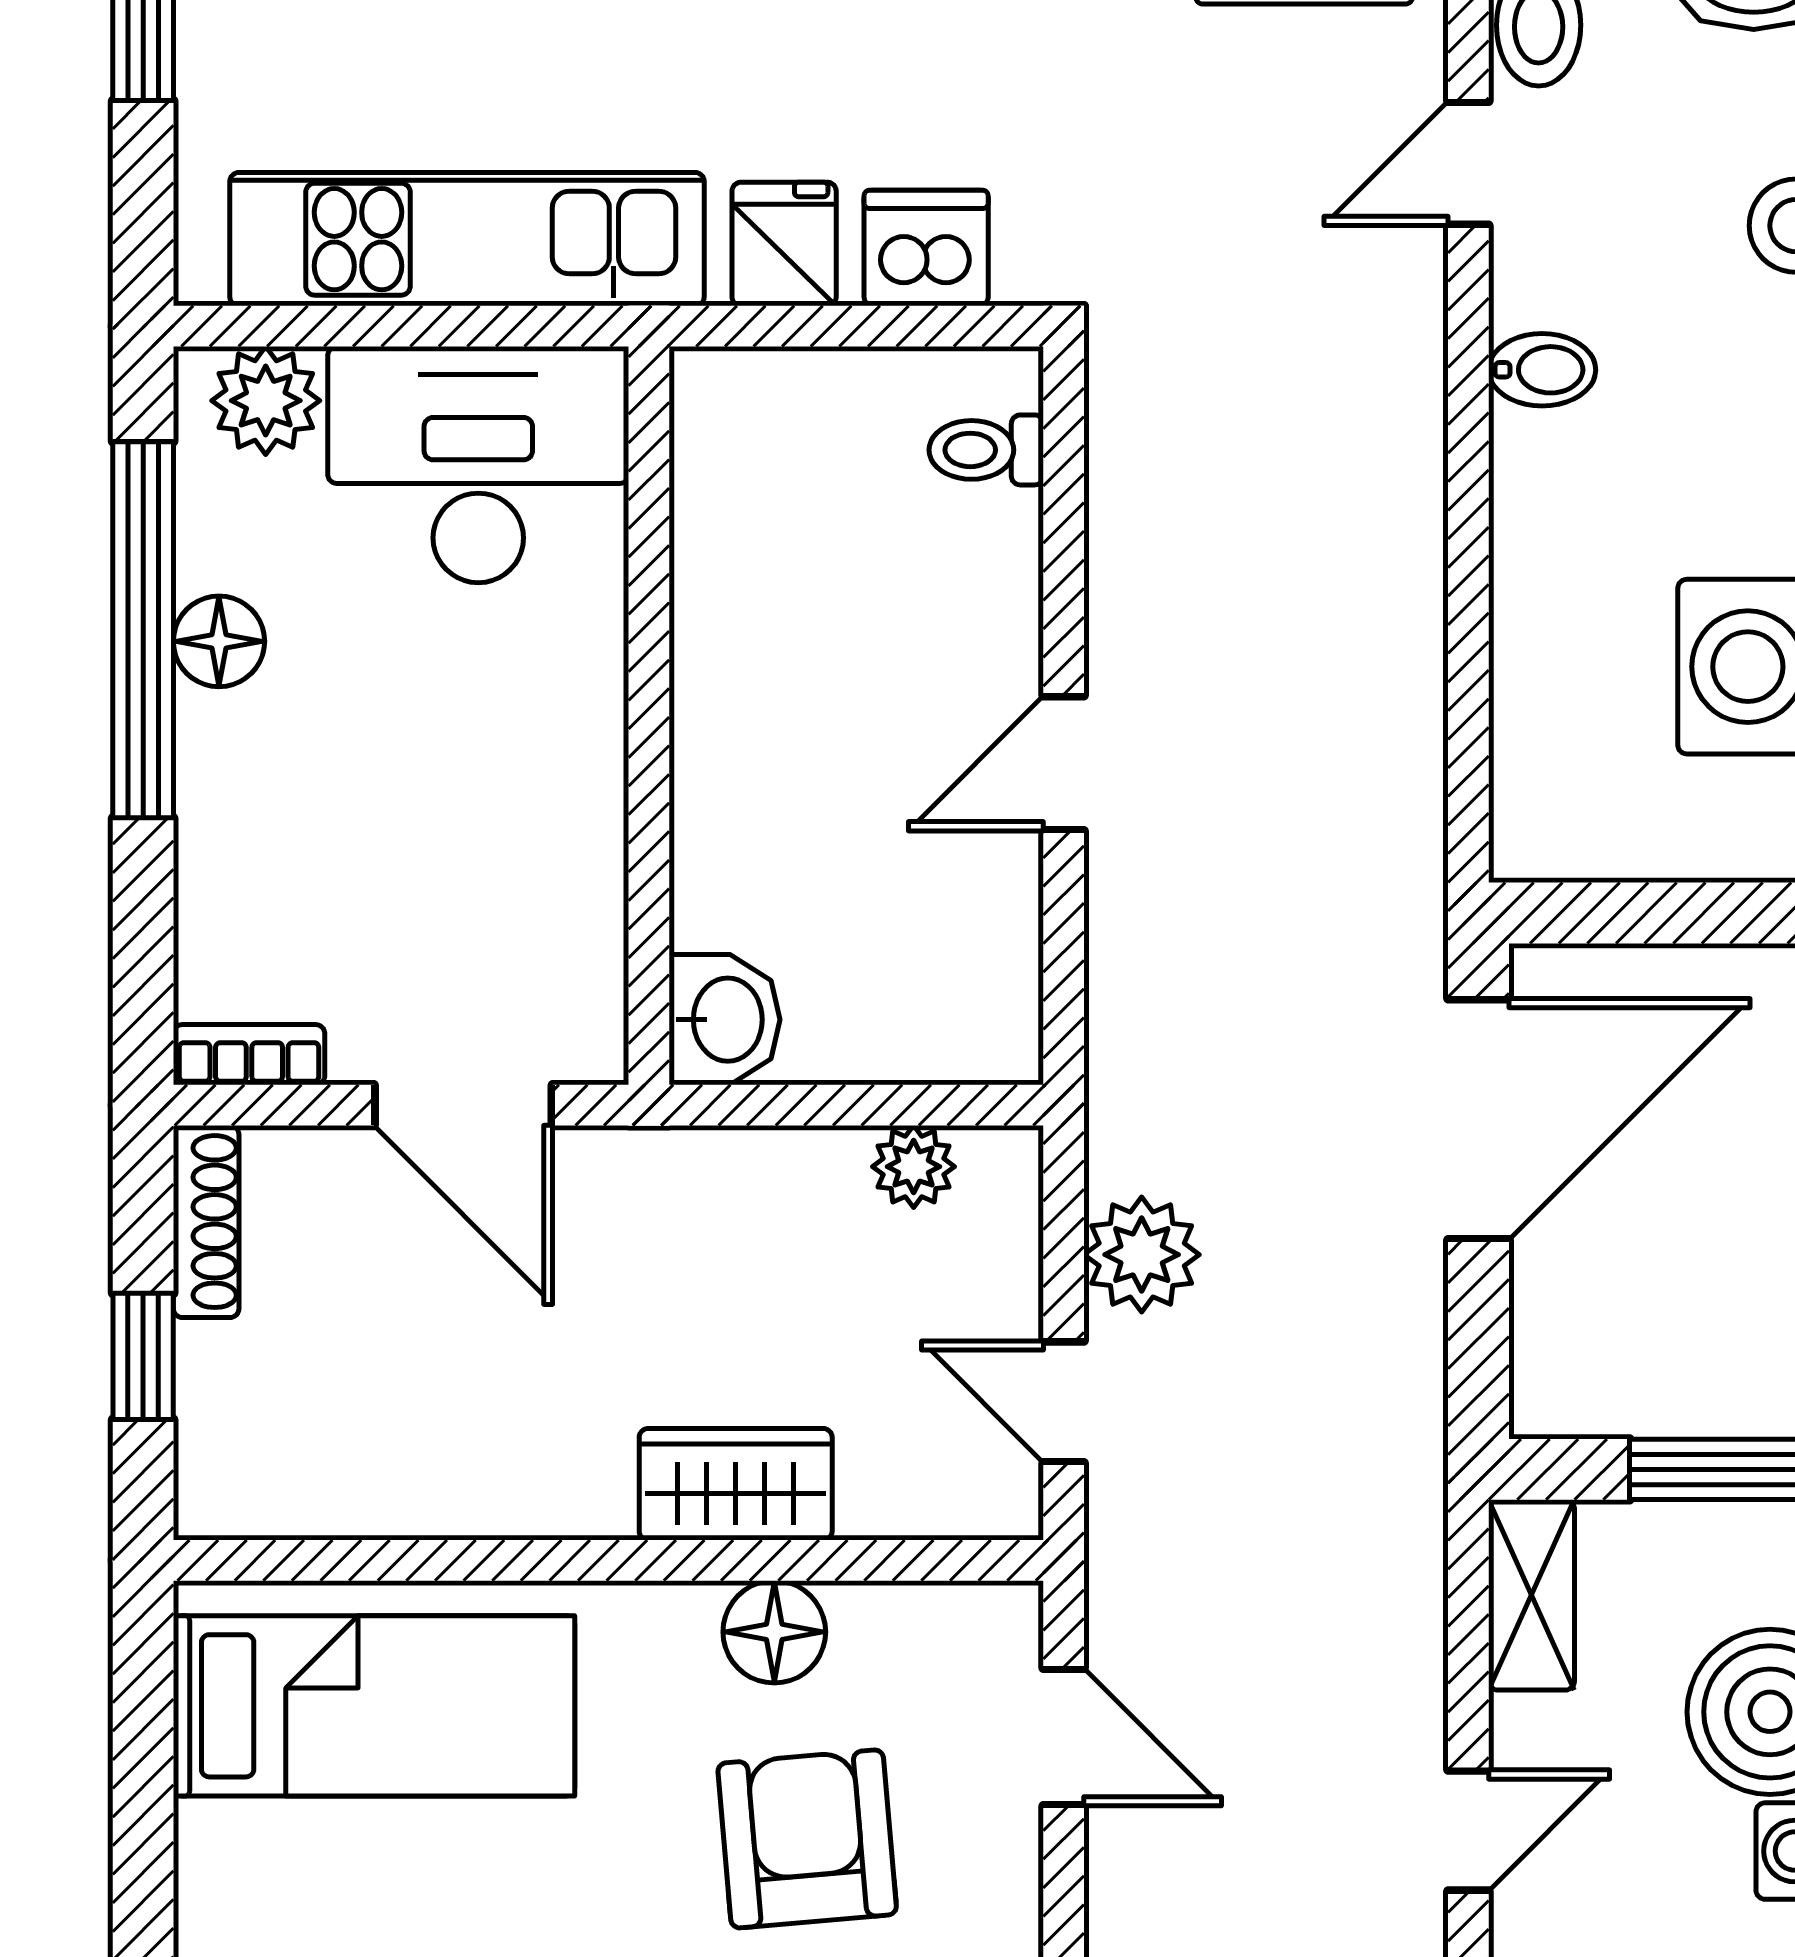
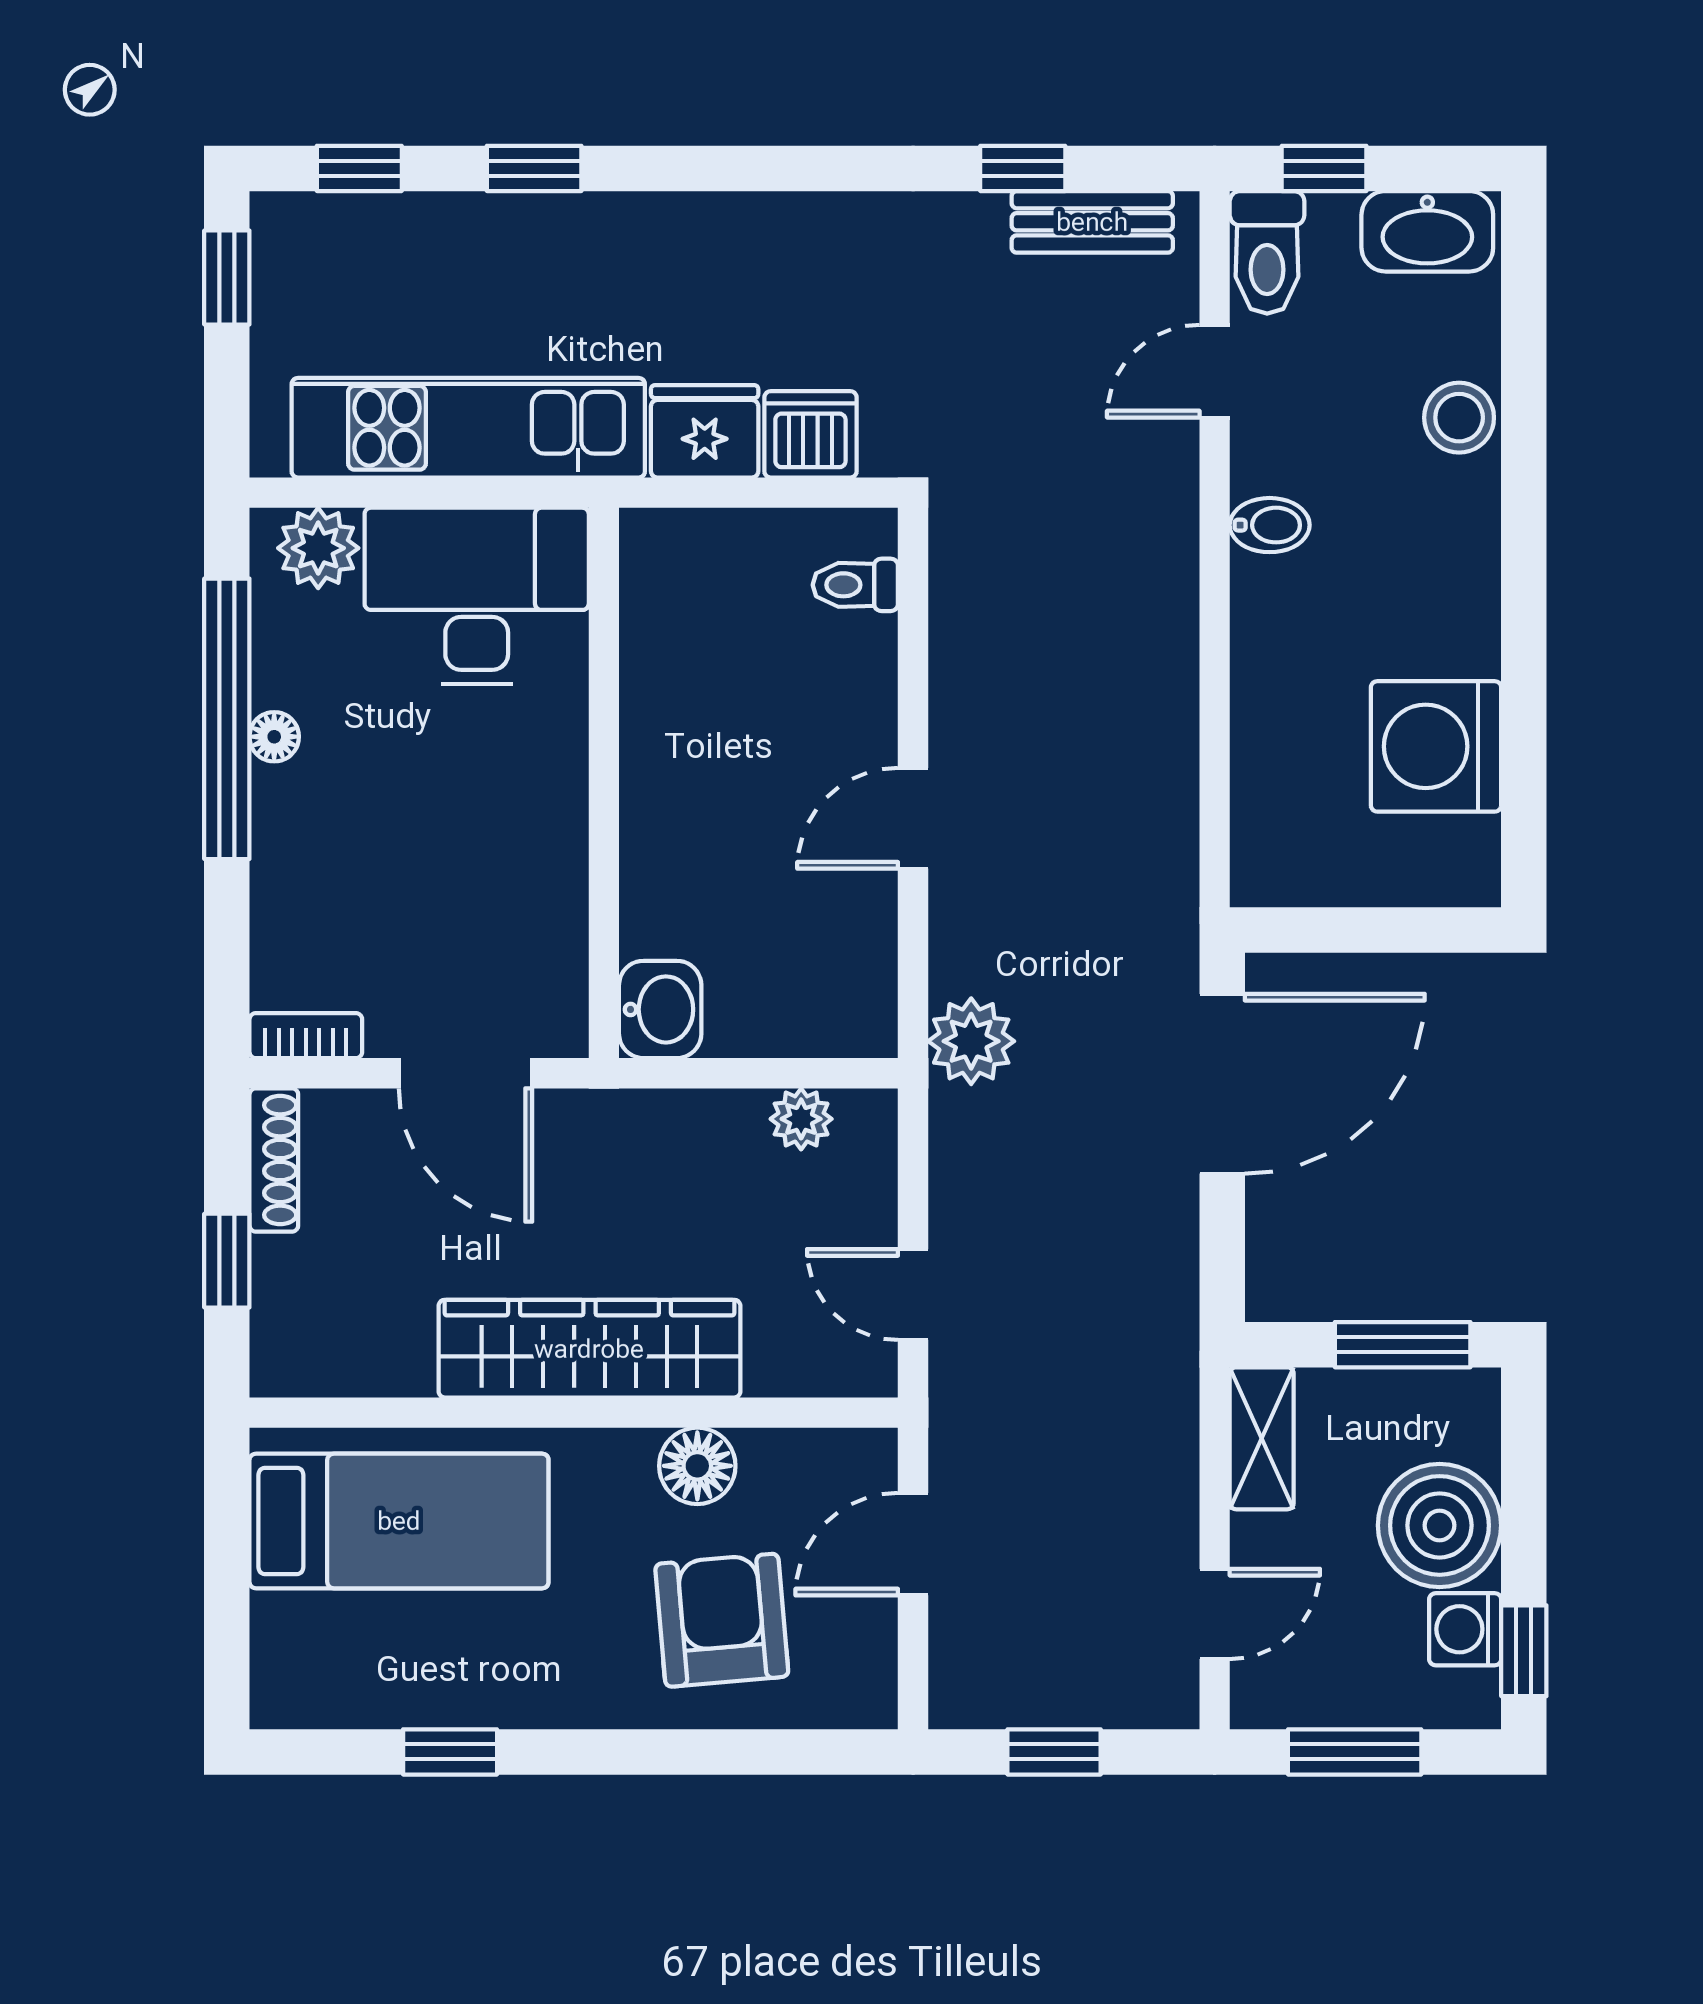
fridge: (784, 244) -> (705, 431), width x1.38
floor lamp: (219, 641) -> (274, 737), width x0.73, depth x0.73
plant: (1142, 1255) -> (971, 1041), moved
wardrobe: (736, 1484) -> (589, 1349), width x2.10, depth x1.17
door: (1064, 1737) -> (913, 1544), swing flipped

